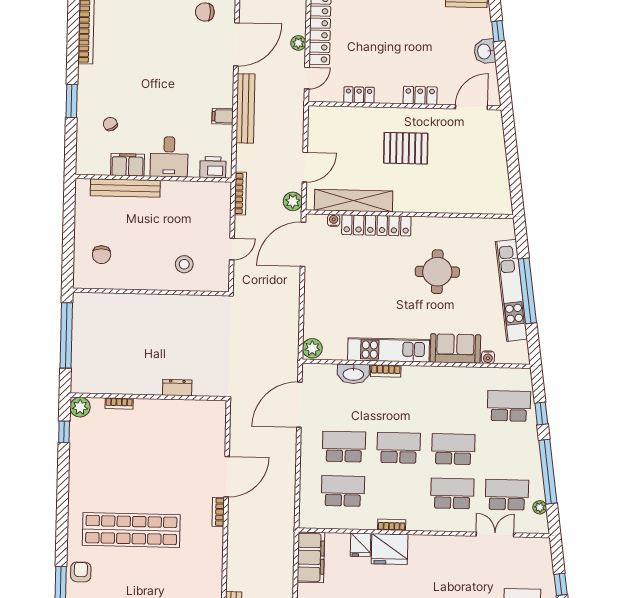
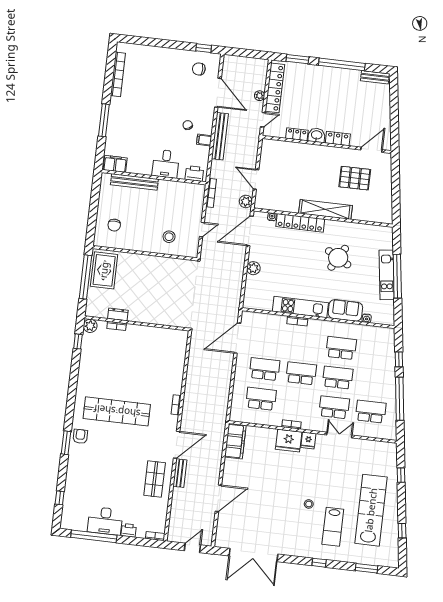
window: (498, 31) -> (394, 100), removed
door: (236, 44) -> (218, 93), hinge flipped
washbasin: (485, 51) -> (317, 135), moved, turned 98
window: (72, 101) -> (104, 120), width x1.44
chair: (110, 124) -> (188, 125), moved
pallet: (406, 148) -> (355, 178), moved
filing cabinet: (128, 165) -> (115, 164), moved
door: (305, 167) -> (256, 179), swing flipped
shelving: (354, 201) -> (325, 209), moved
round table: (437, 272) -> (338, 258), turned 30
kitchen unit: (511, 290) -> (387, 275), width x0.73
rug: (93, 323) -> (104, 270), added
plant: (312, 348) -> (253, 268), moved
washbasin: (353, 374) -> (275, 321), removed
dresser: (177, 388) -> (118, 314), moved
school desk: (509, 406) -> (341, 348), moved
door: (227, 477) -> (177, 445), moved
plant: (540, 507) -> (392, 422), removed
double door: (495, 534) -> (339, 435), moved
fridge: (361, 545) -> (308, 440), moved

